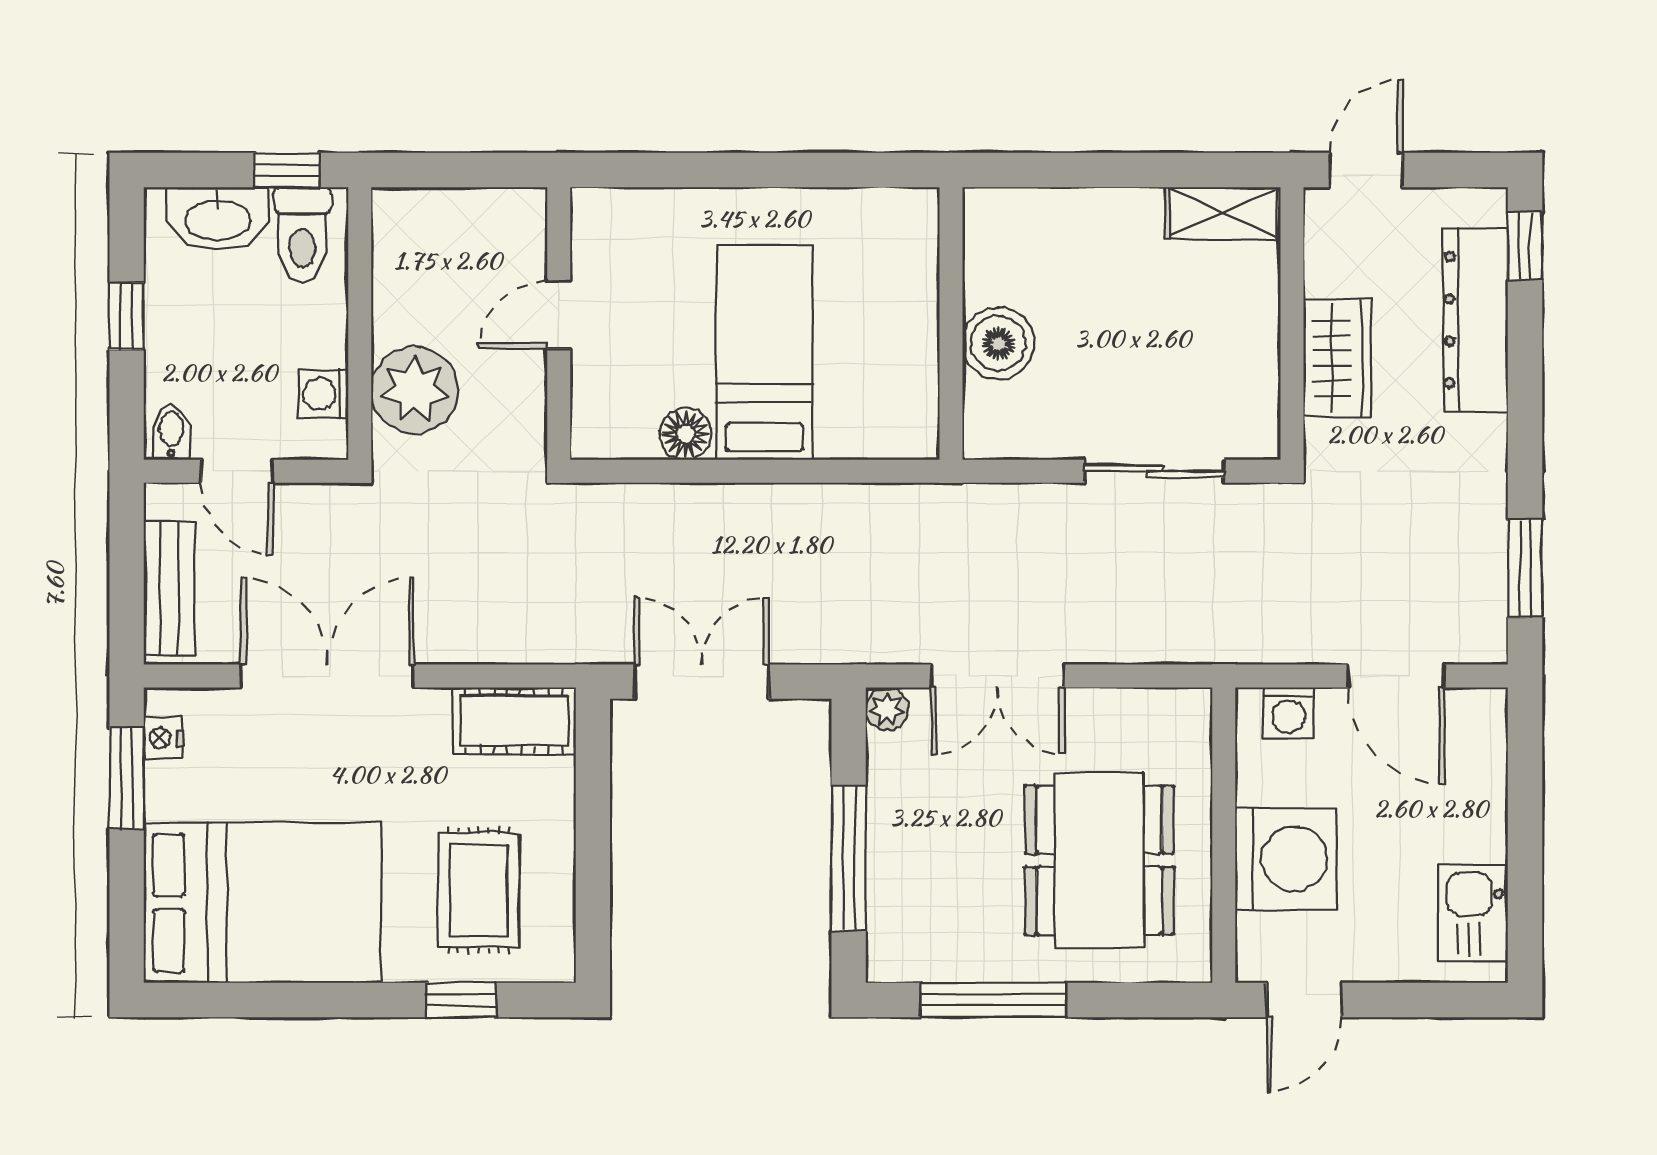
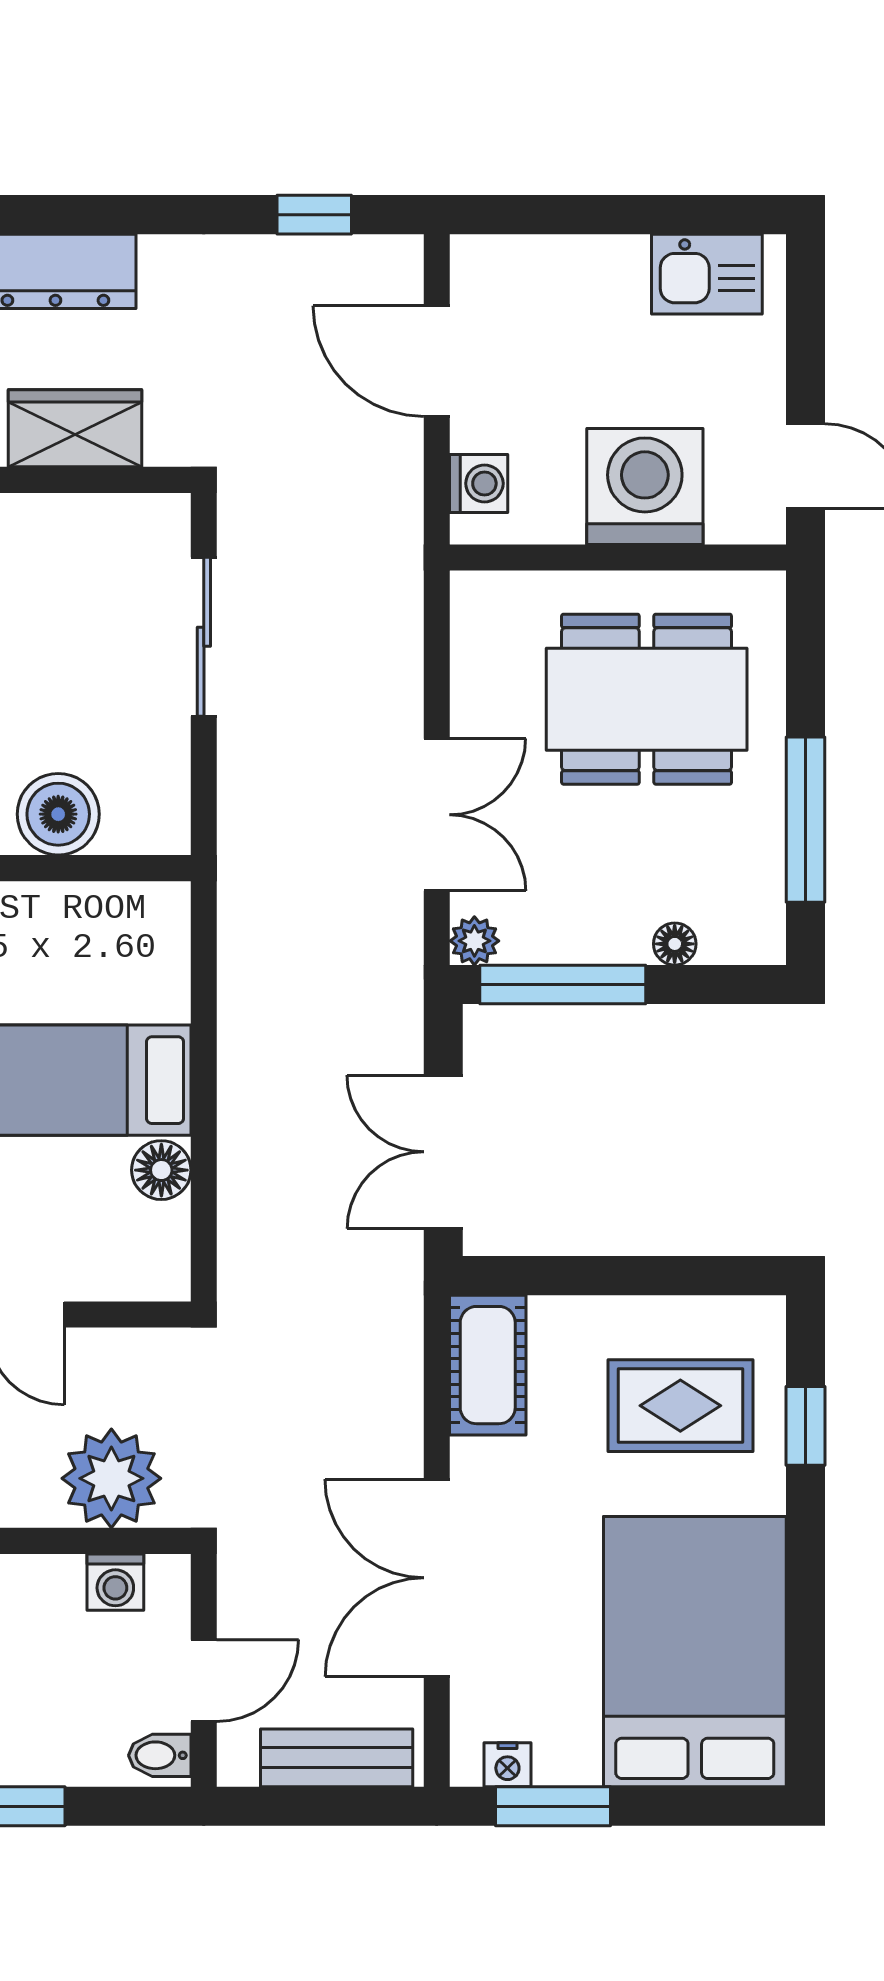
window: (1525, 568) -> (314, 215), width x0.67
door: (1396, 676) -> (437, 361), swing flipped
window: (849, 858) -> (563, 985), moved
floor lamp: (884, 885) -> (675, 944), added

